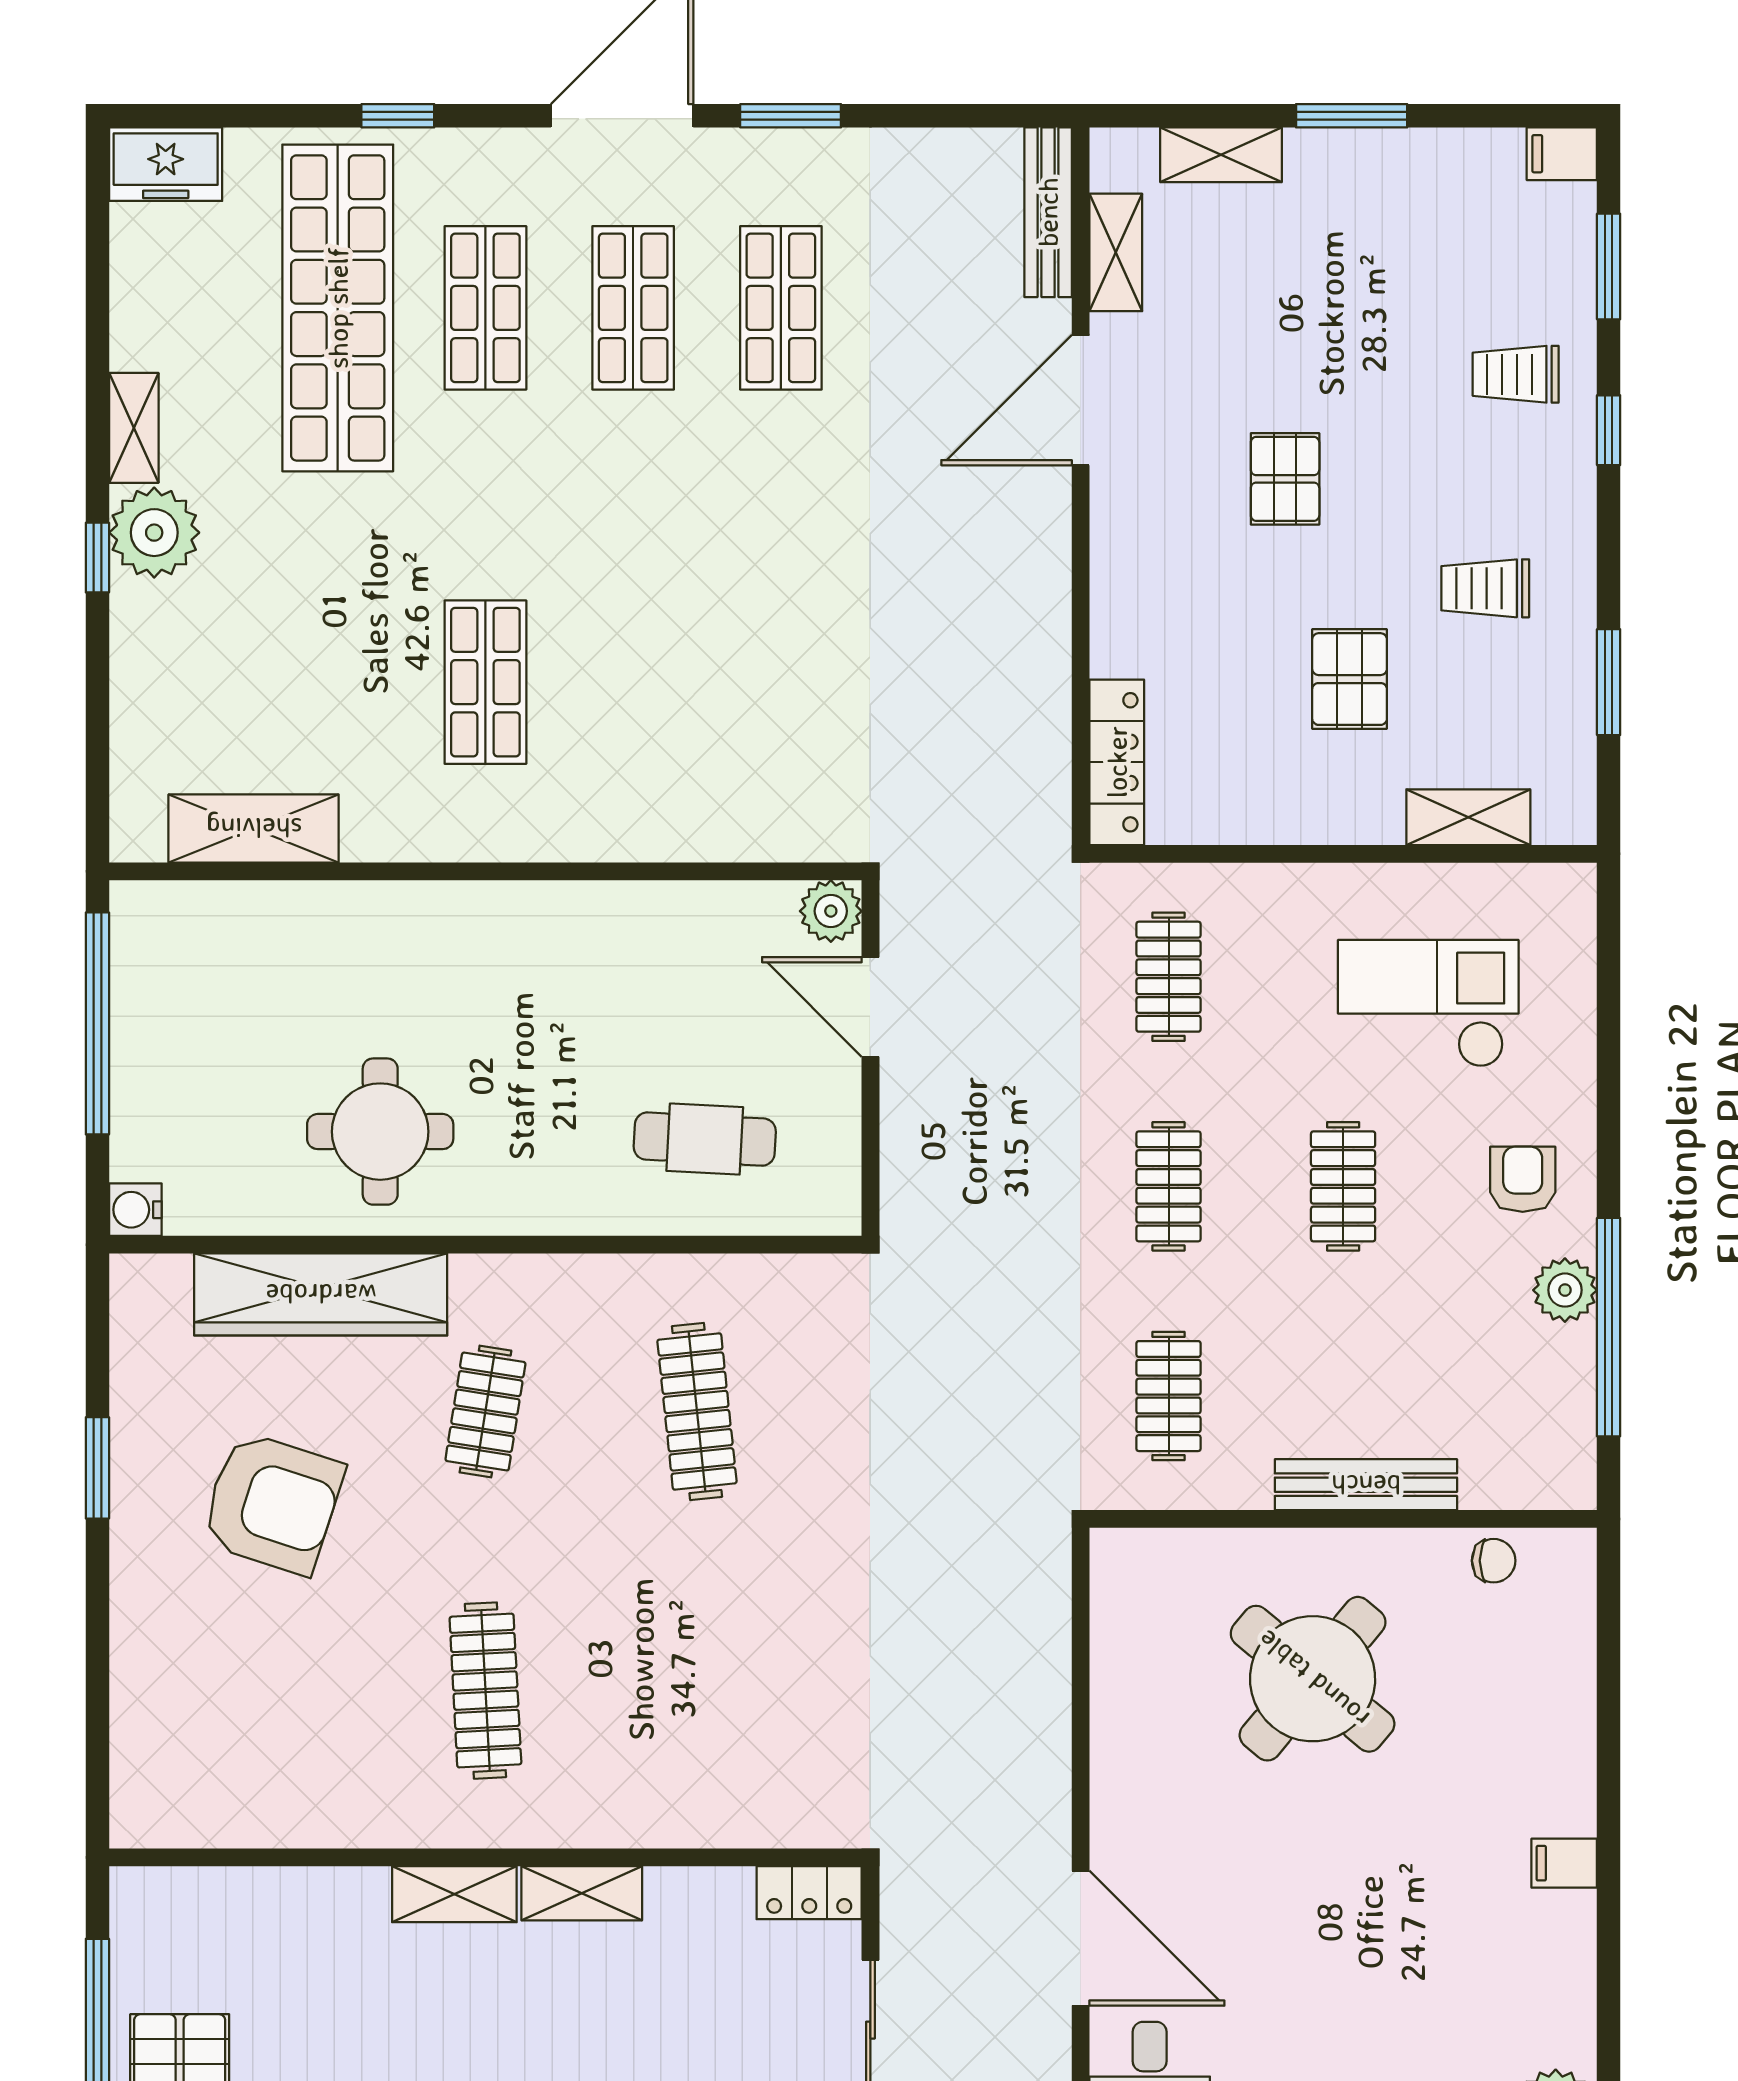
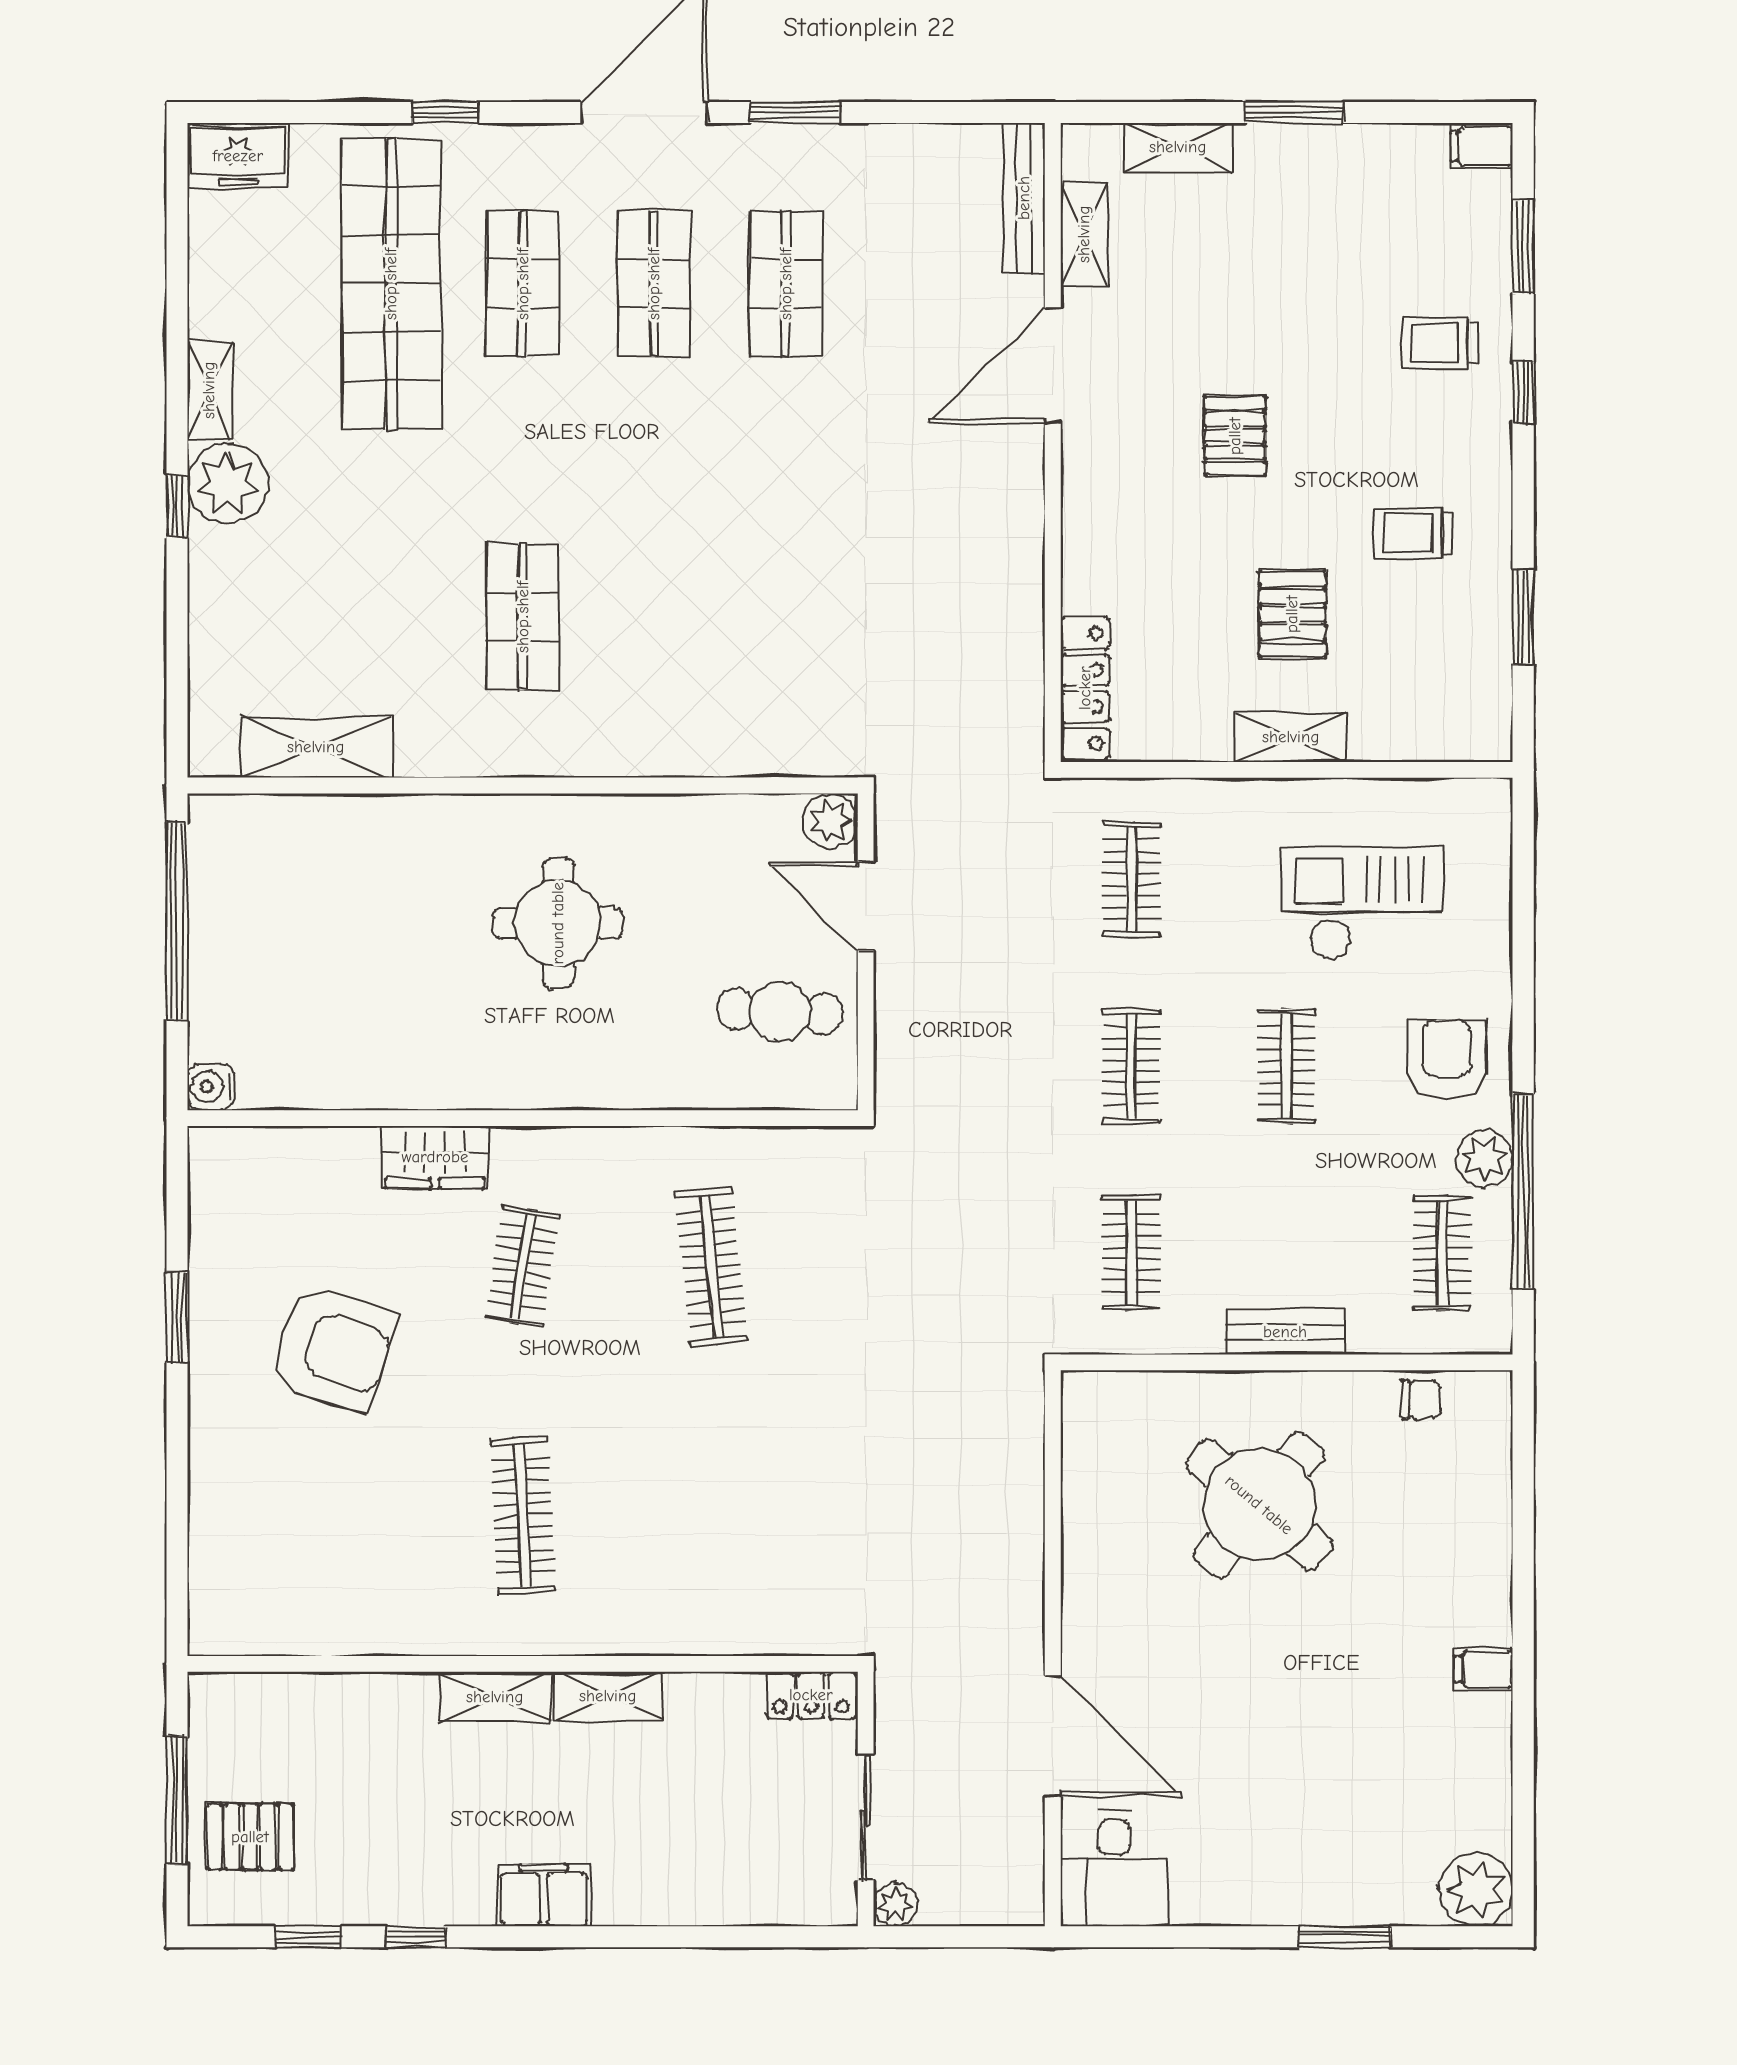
shelving: (1468, 817) -> (1291, 737), moved
round table: (380, 1132) -> (558, 923), moved
cafe table: (705, 1139) -> (780, 1011), moved
armchair: (1523, 1179) -> (1447, 1060), width x1.38, depth x1.38
wardrobe: (321, 1294) -> (435, 1157), width x0.48, depth x0.85
clothes rail: (1518, 1396) -> (1442, 1253), added
bench: (1366, 1485) -> (1285, 1332), width x0.73

